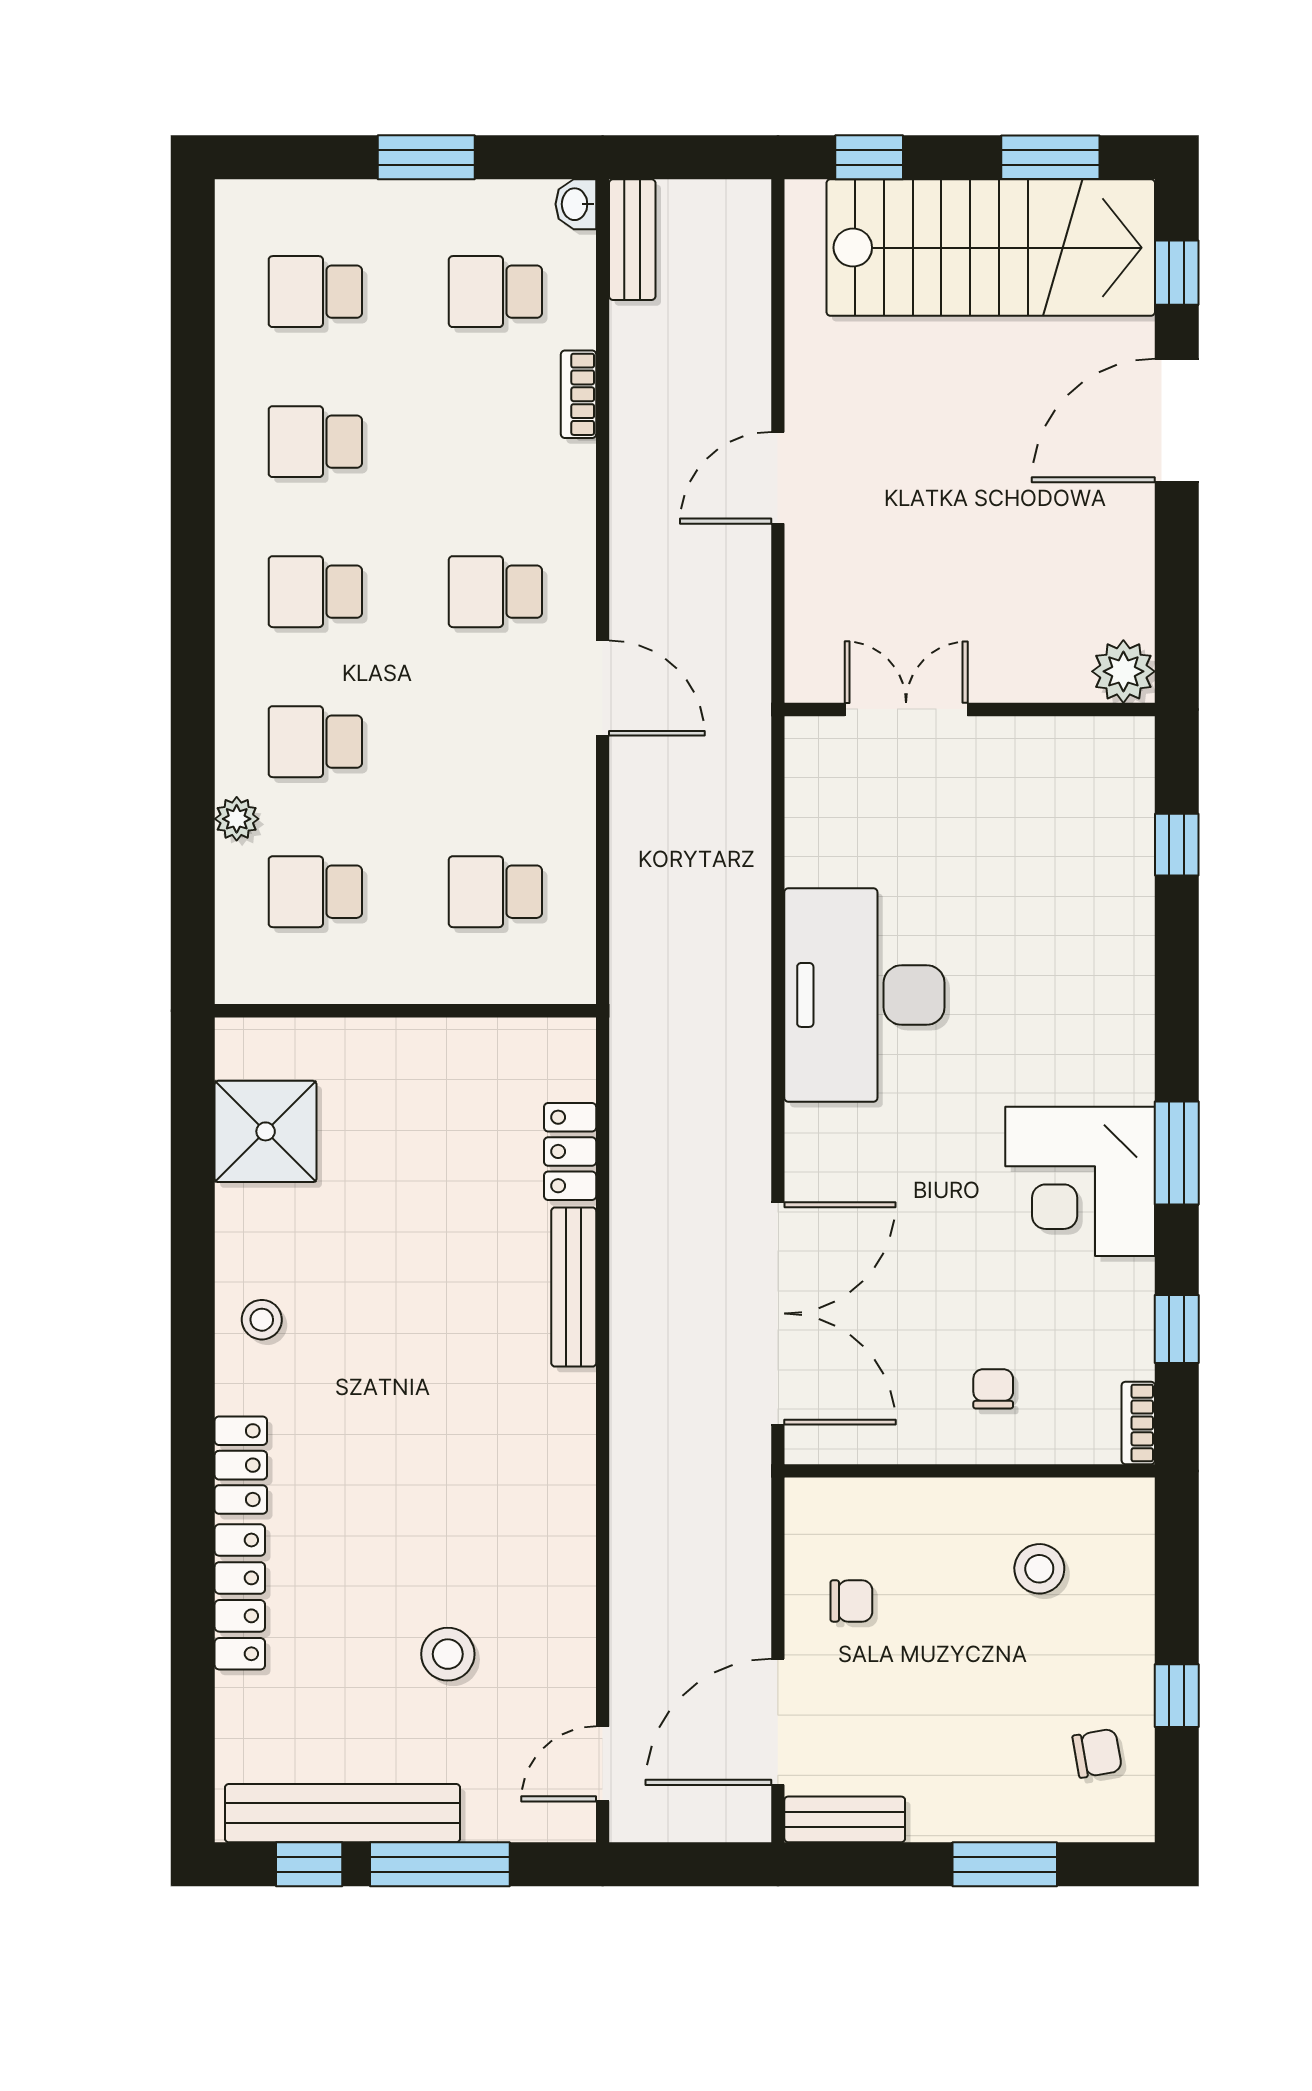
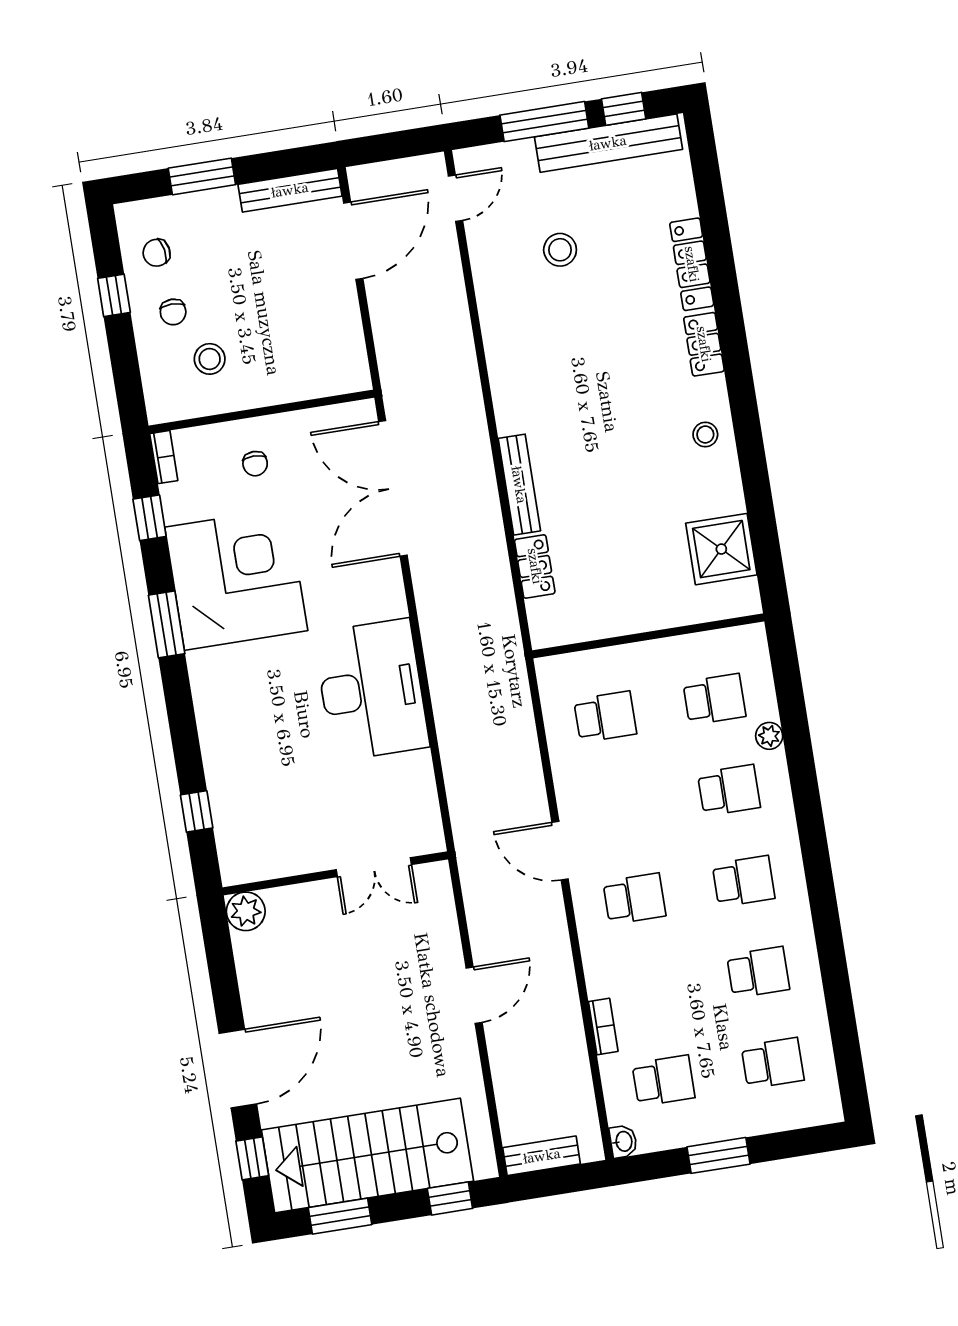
bench: (632, 240) -> (542, 1156), moved, turned 90
corner desk: (1080, 1181) -> (236, 579), width x1.36, depth x1.36
chair: (851, 1601) -> (173, 312), moved, turned -90
bench: (845, 1819) -> (290, 190), width x1.36

